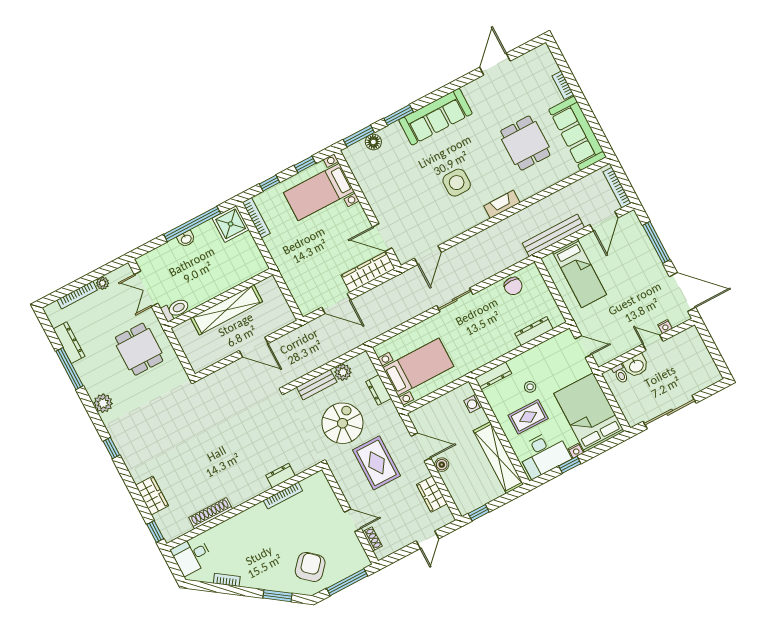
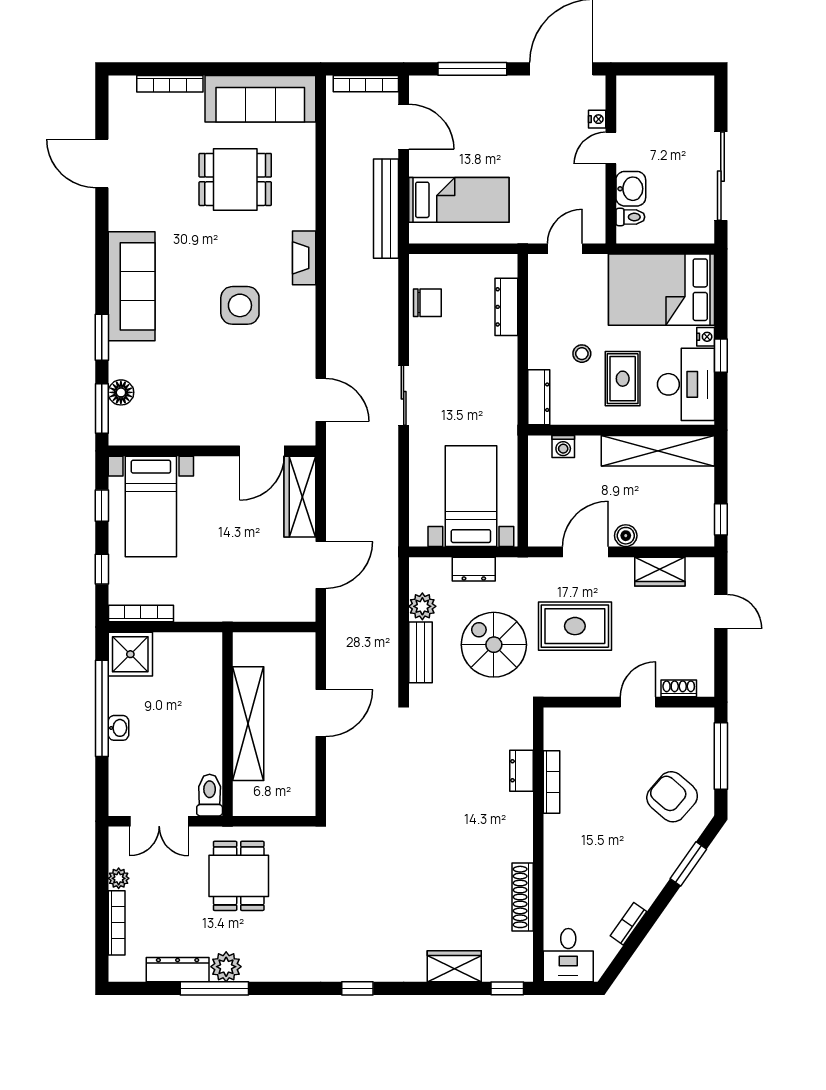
bookcase: (563, 85) -> (170, 84), width x1.56
dining table: (139, 349) -> (239, 876), turned 90
plant: (103, 403) -> (226, 967), moved

